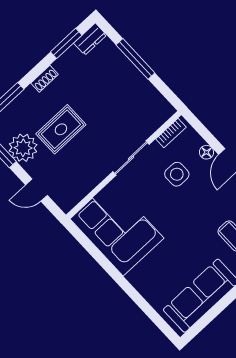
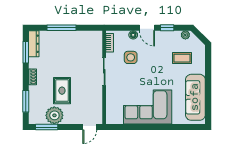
dresser: (90, 39) -> (34, 44), width x1.44
door: (36, 190) -> (90, 127), moved
corner sofa: (117, 228) -> (148, 107), moved

